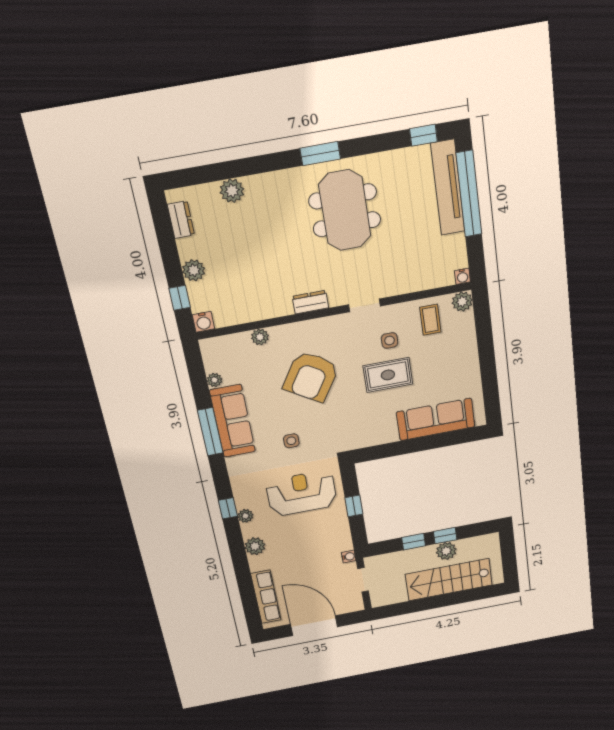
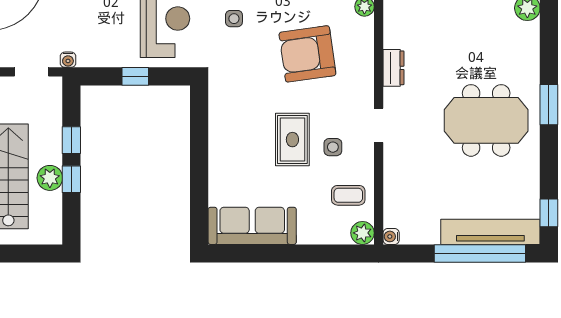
armchair: (311, 377) -> (307, 54), turned -40
sofa: (436, 419) -> (252, 226), moved, turned -90

